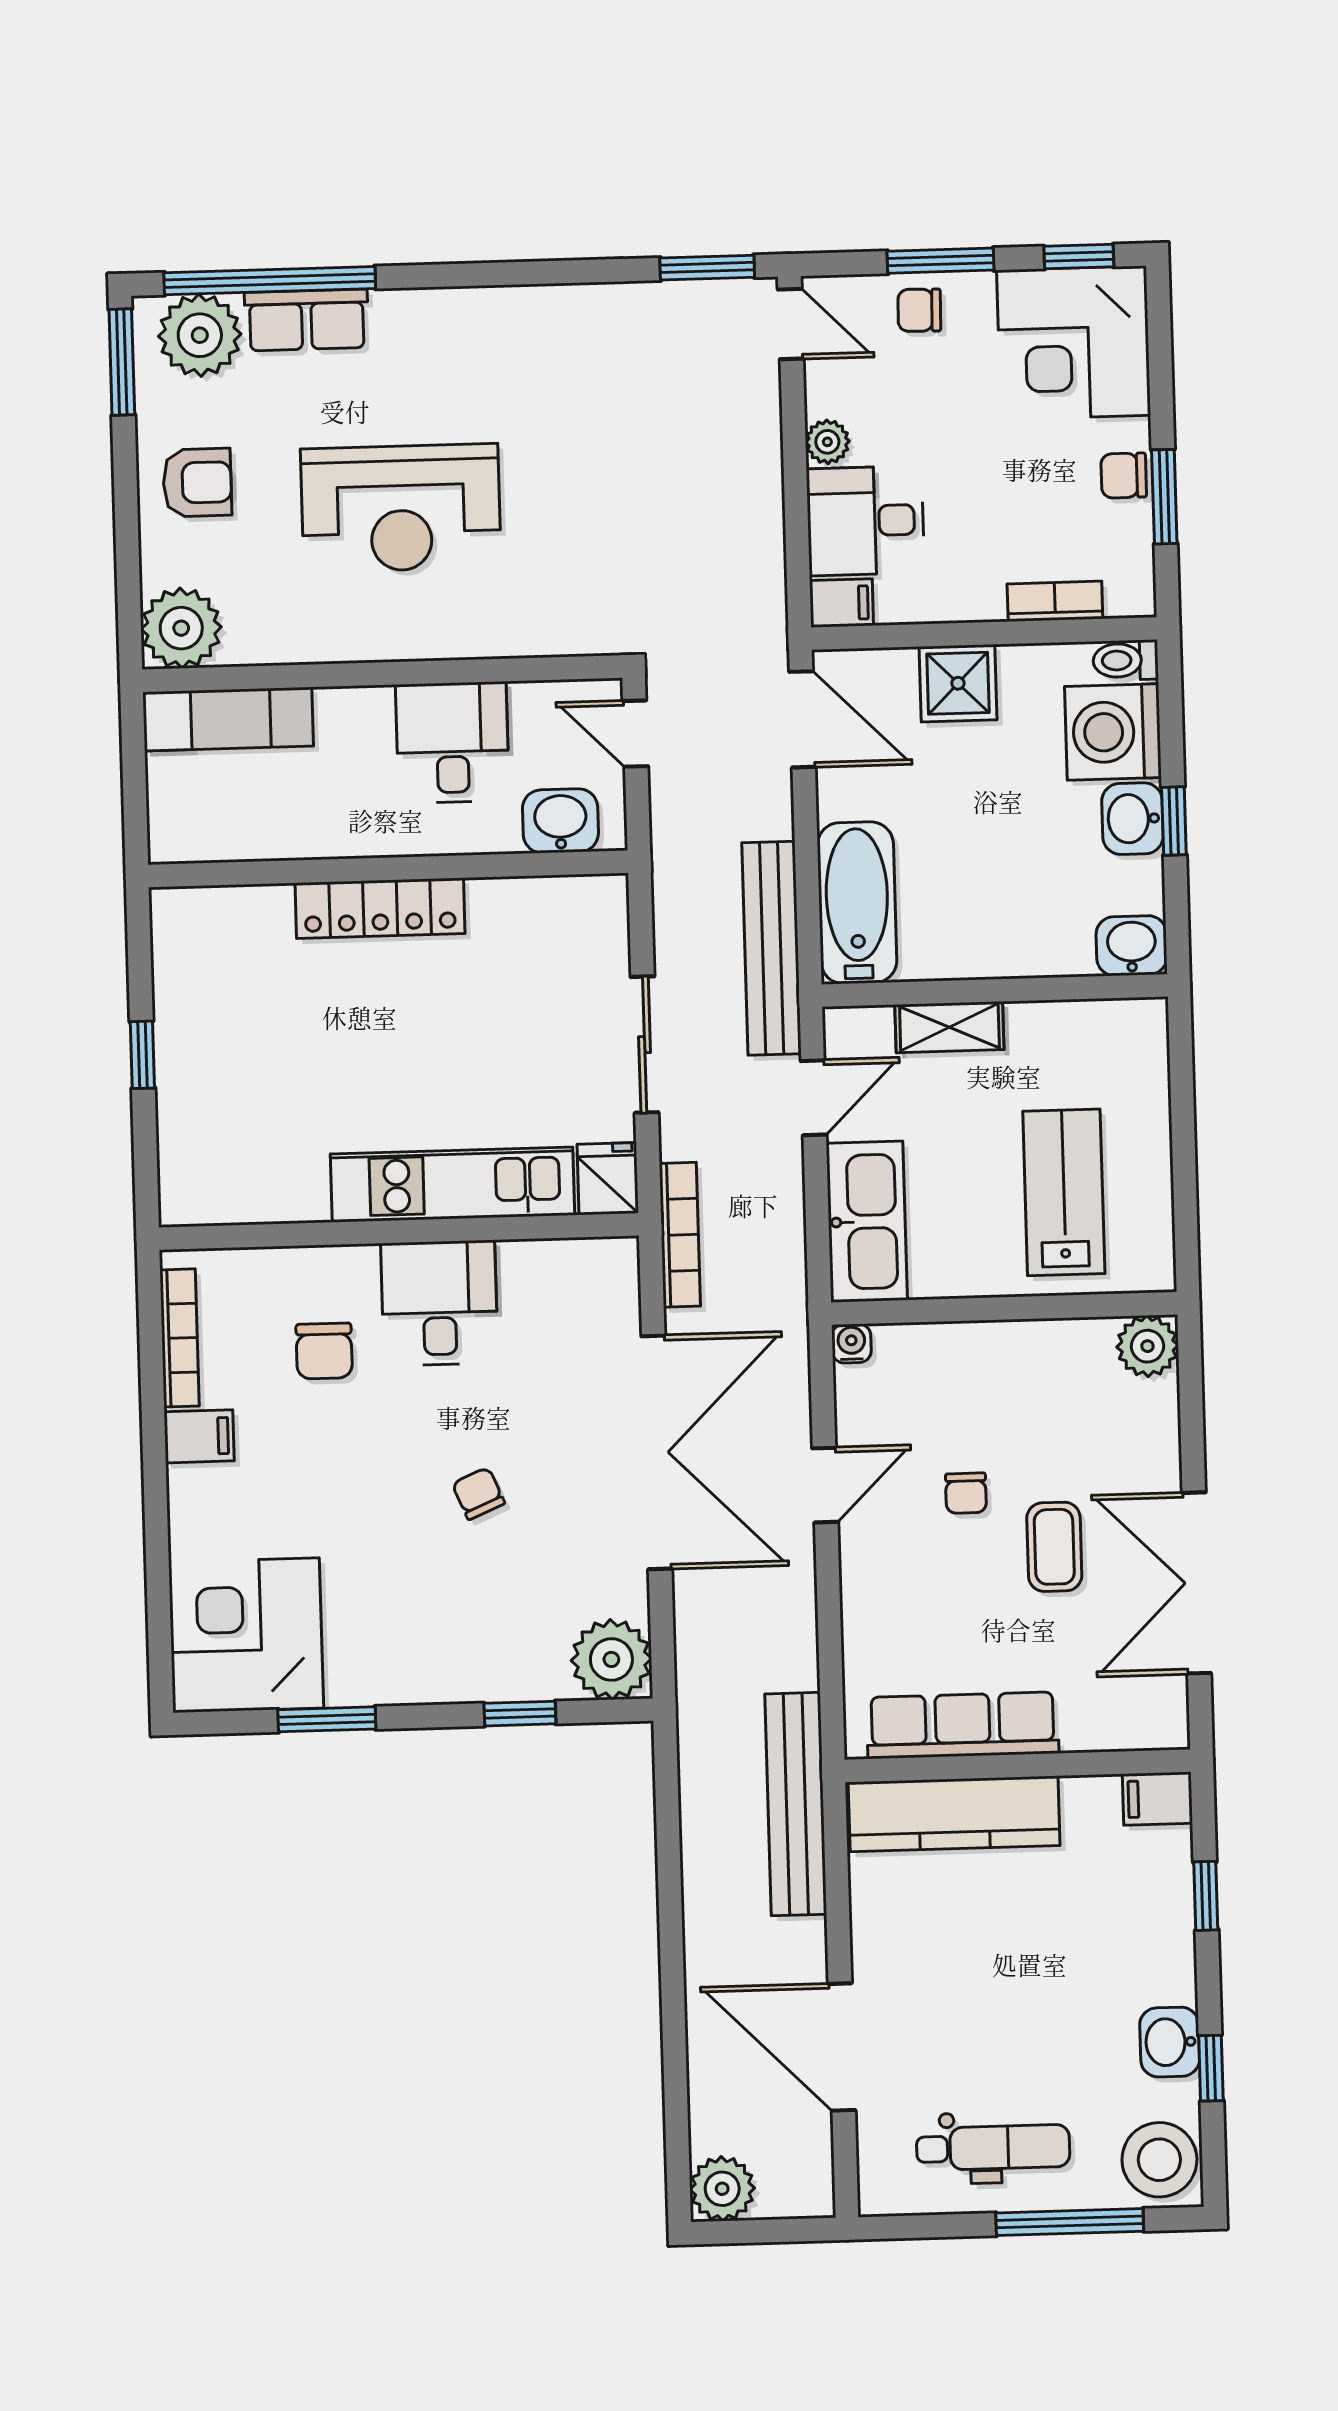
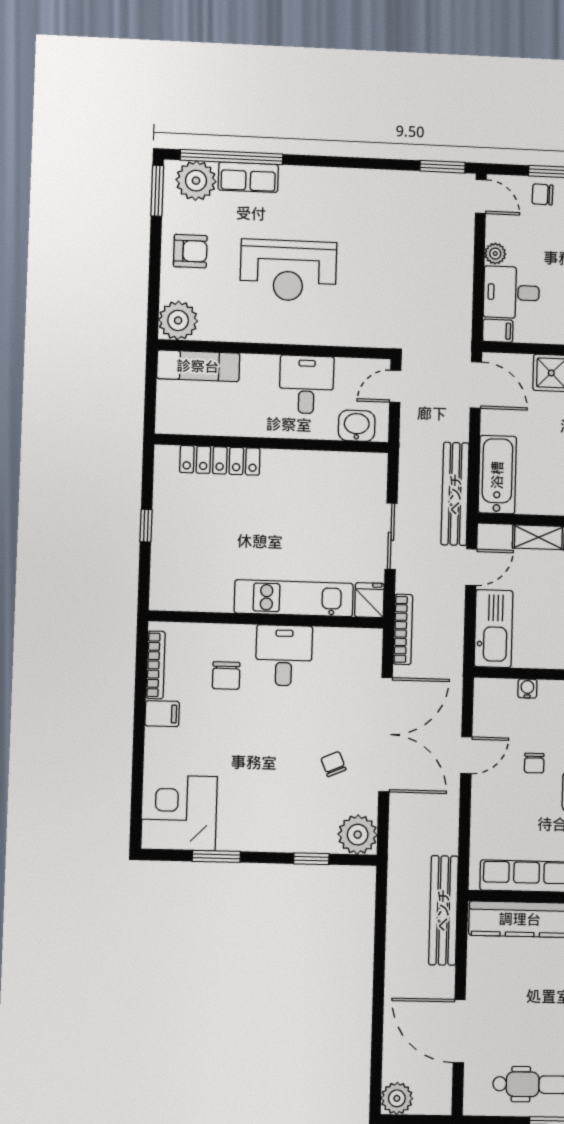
door: (635, 734) -> (395, 386), hinge flipped
locker: (380, 908) -> (220, 460), moved
water cooler: (851, 1343) -> (527, 688), moved
chair: (478, 1493) -> (333, 764), moved

